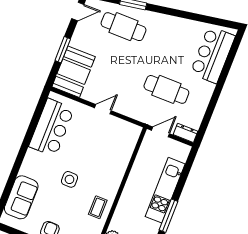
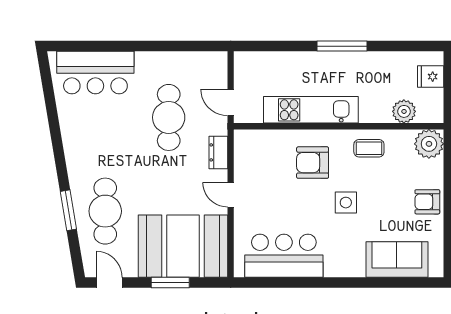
booth: (74, 72) -> (183, 246), width x1.36, depth x1.42
dresser: (186, 133) -> (218, 152), moved
armchair: (103, 168) -> (313, 163), added
kitchen unit: (165, 190) -> (311, 110), moved, turned 180

